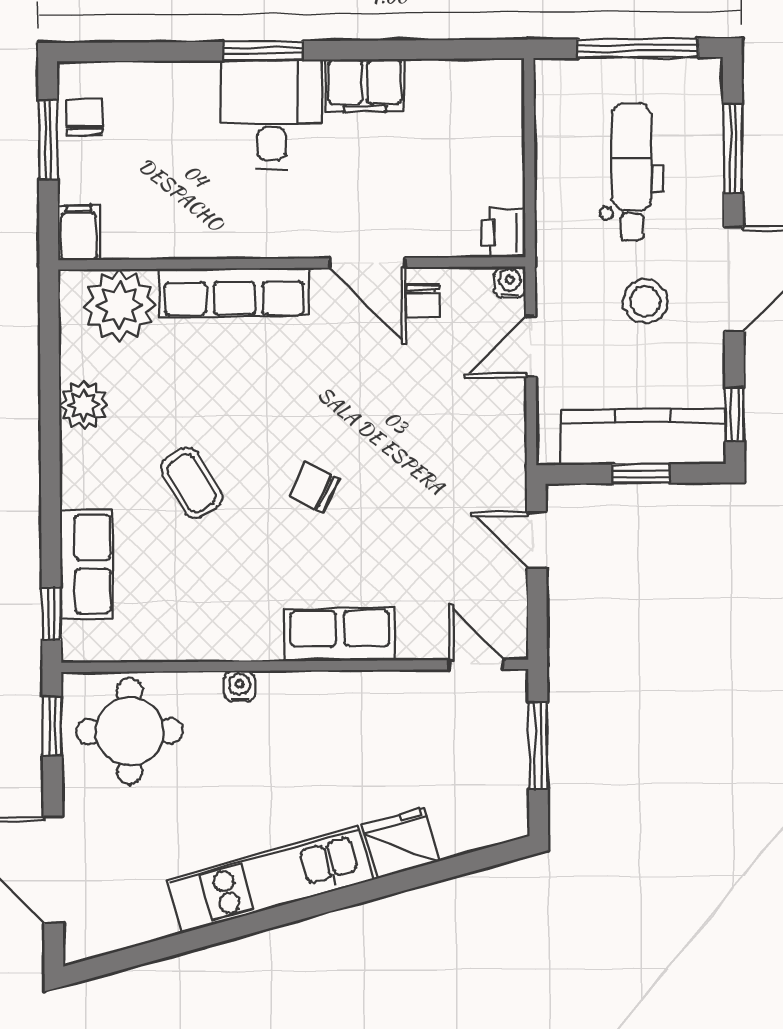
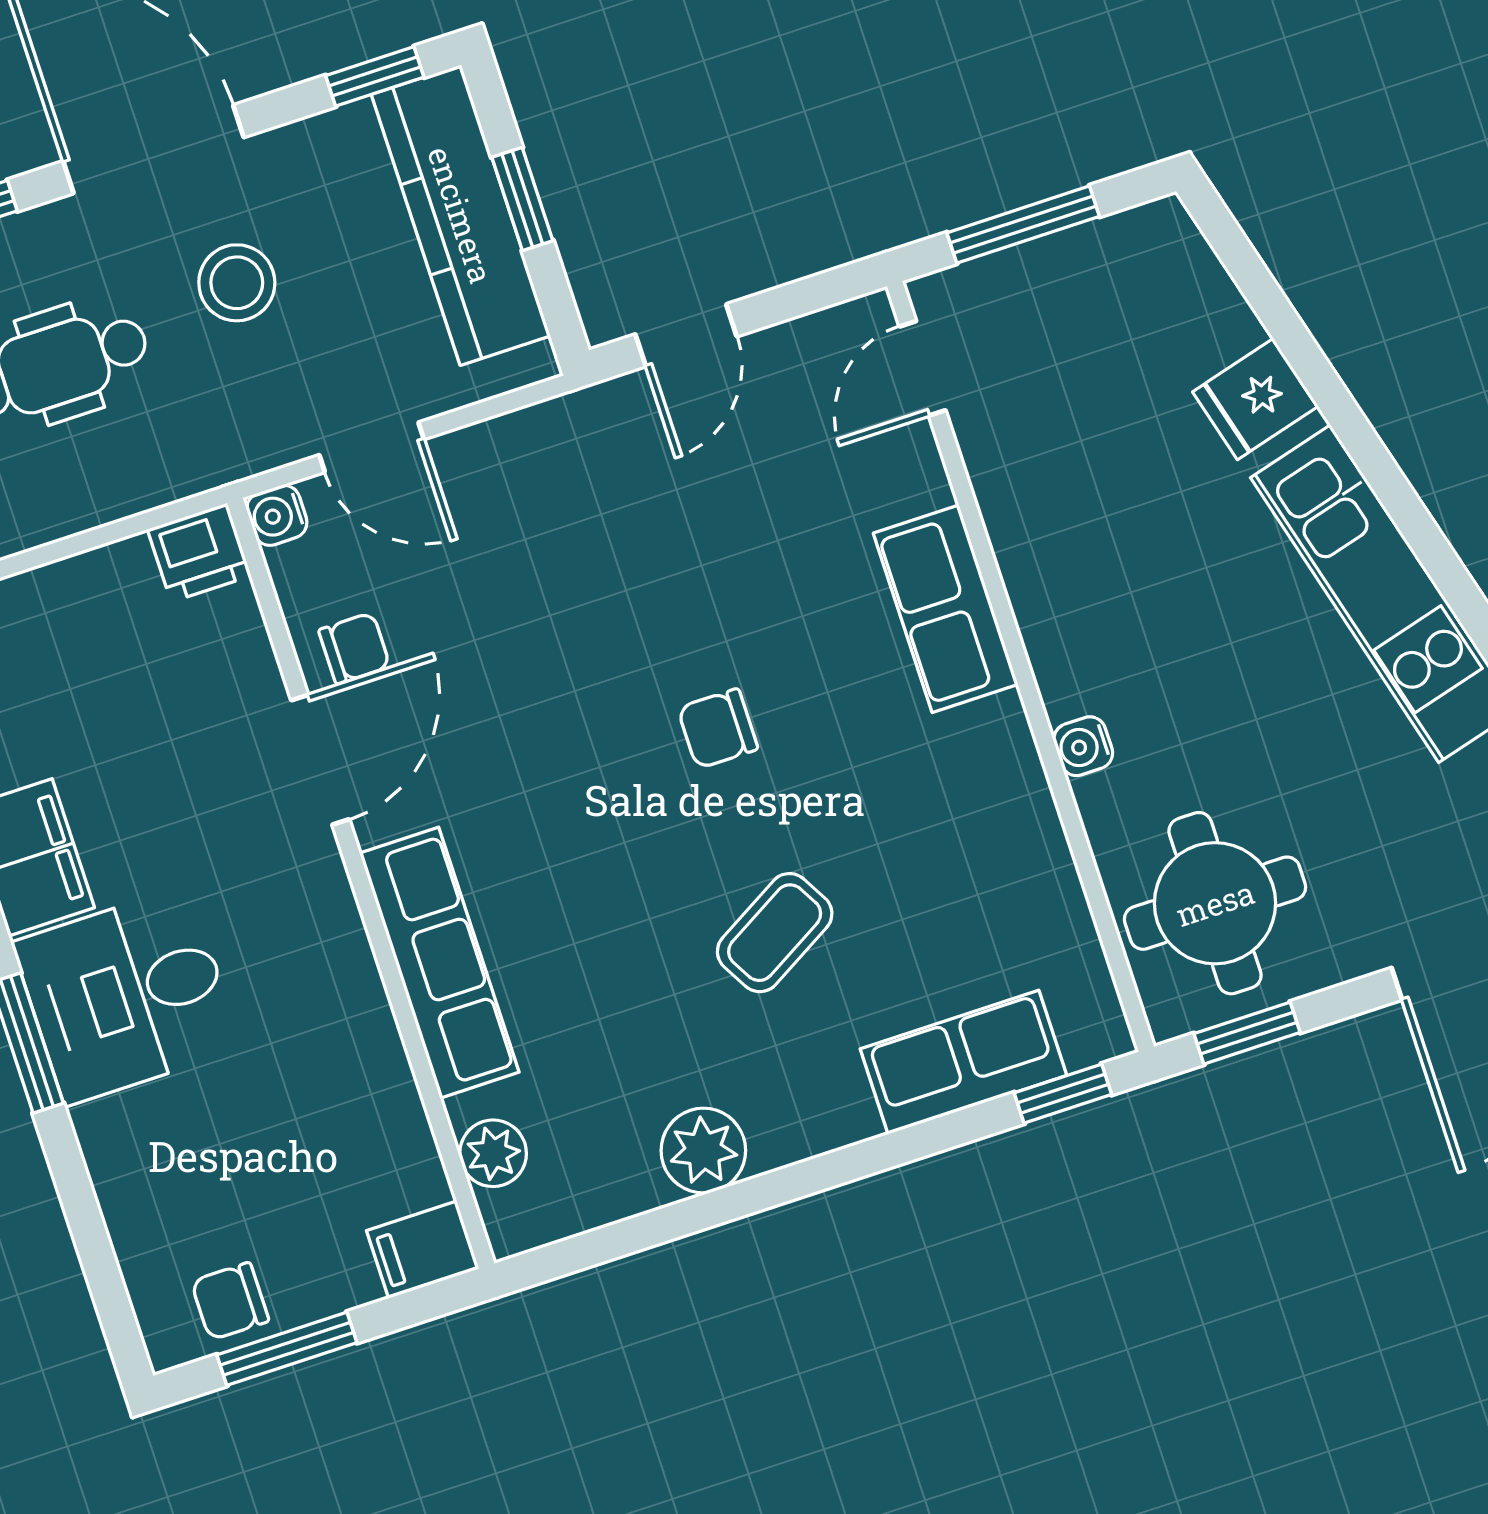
plant: (120, 305) -> (493, 1153), width x0.53, depth x0.53
chair: (314, 488) -> (718, 729), turned 65
fridge: (401, 843) -> (1255, 399), width x0.72

